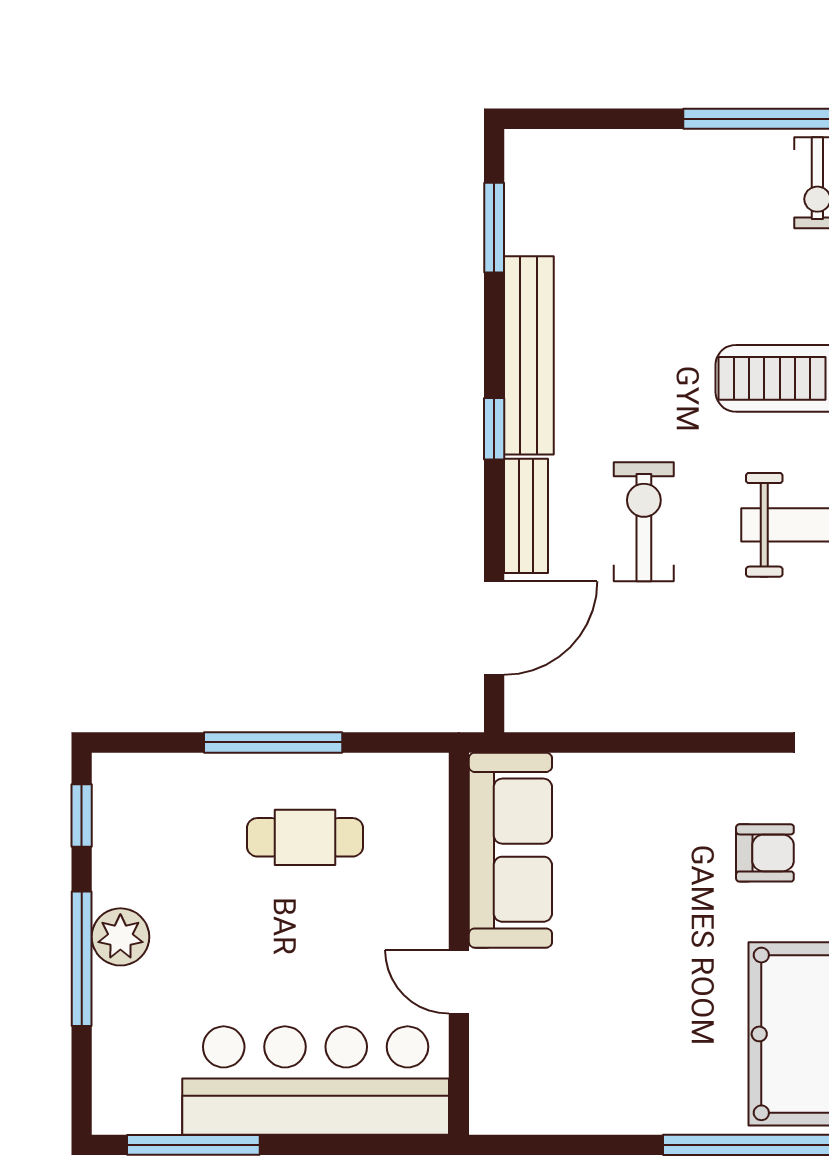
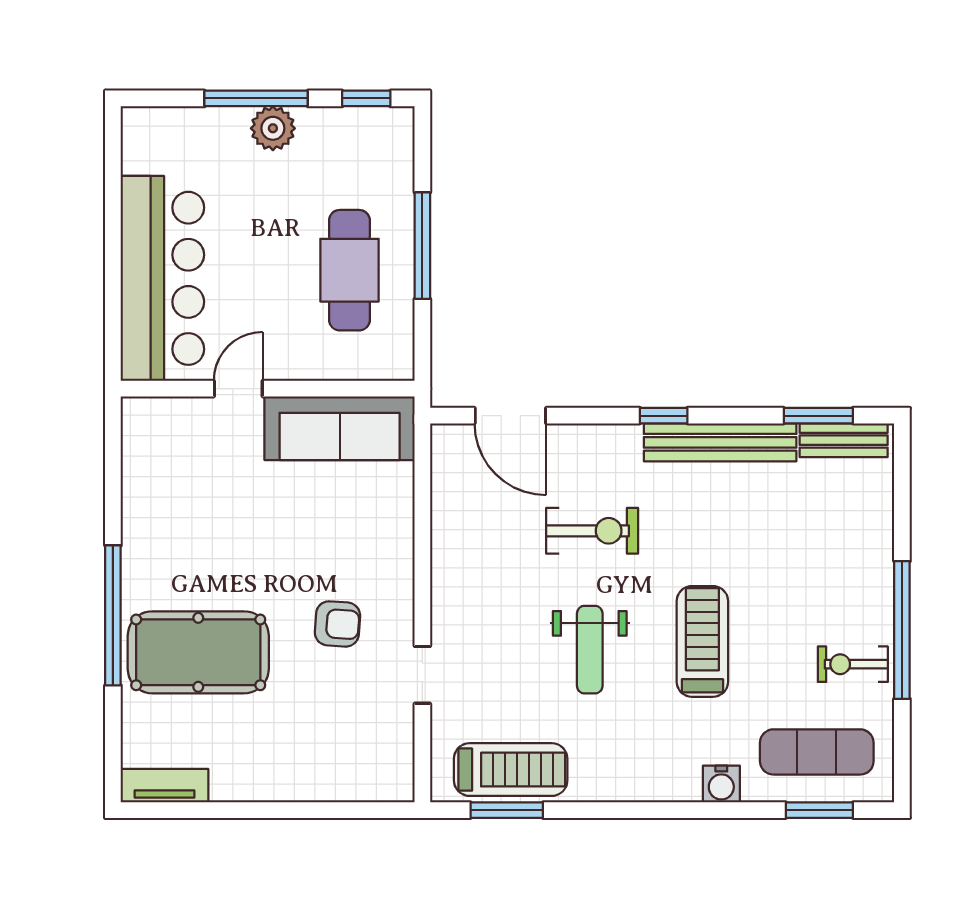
bench: (526, 516) -> (844, 440), moved
cafe table: (305, 837) -> (349, 270), width x1.37, depth x1.35
armchair: (765, 853) -> (337, 624), turned -86
window: (193, 1145) -> (113, 184), removed

